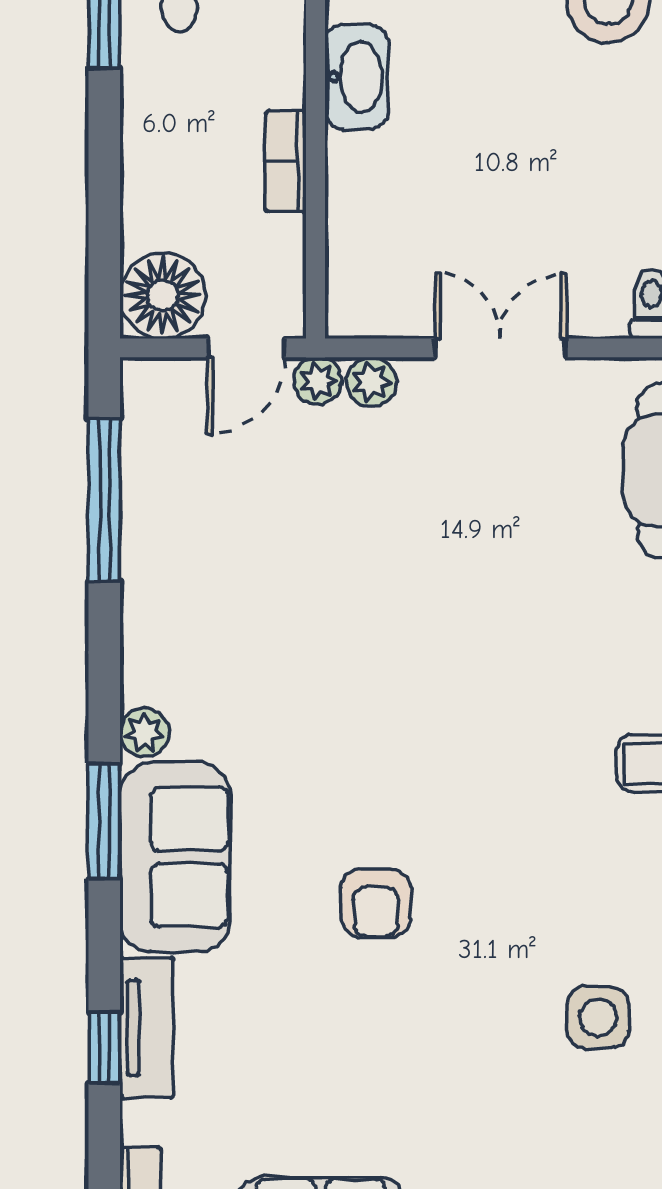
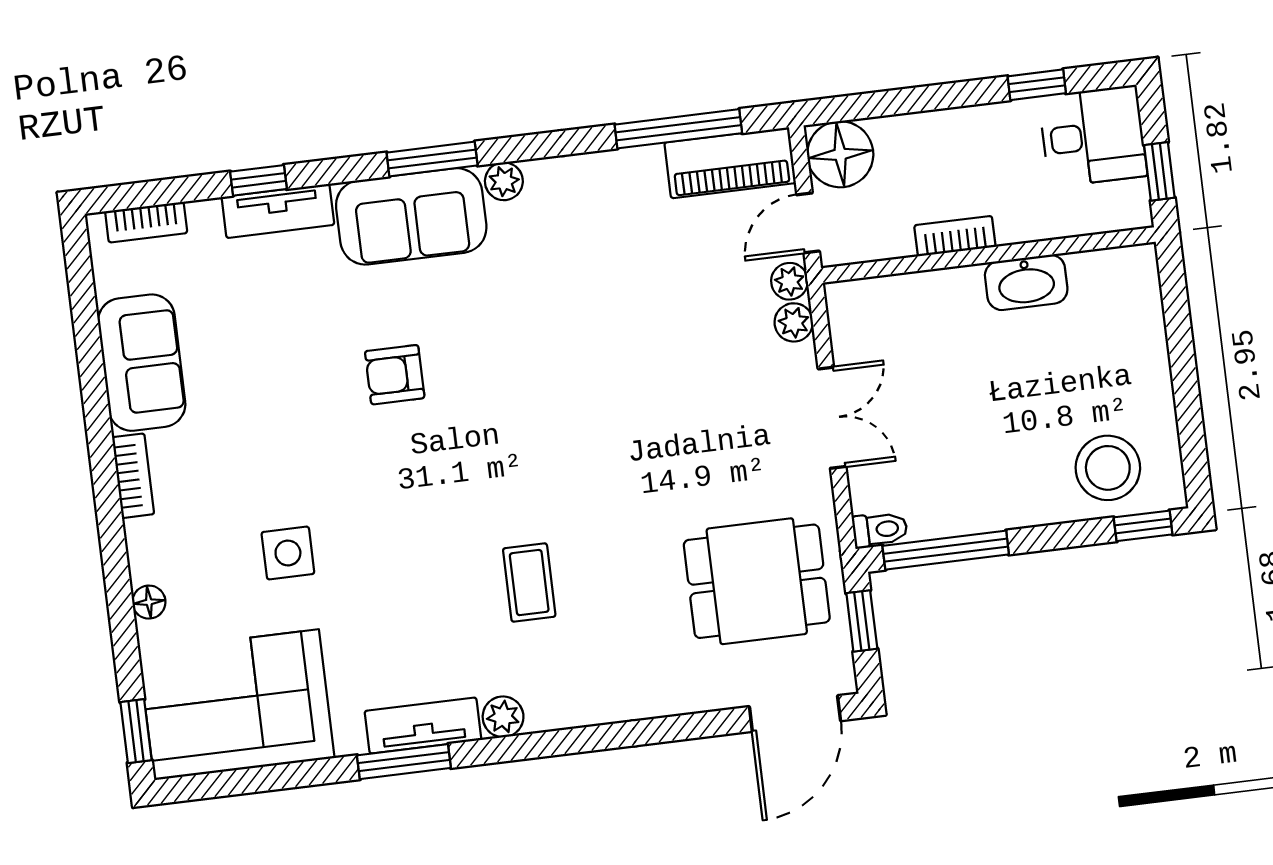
door: (246, 348) -> (808, 223), hinge flipped
piano: (156, 439) -> (730, 163), added
side table: (598, 1017) -> (288, 553), moved

